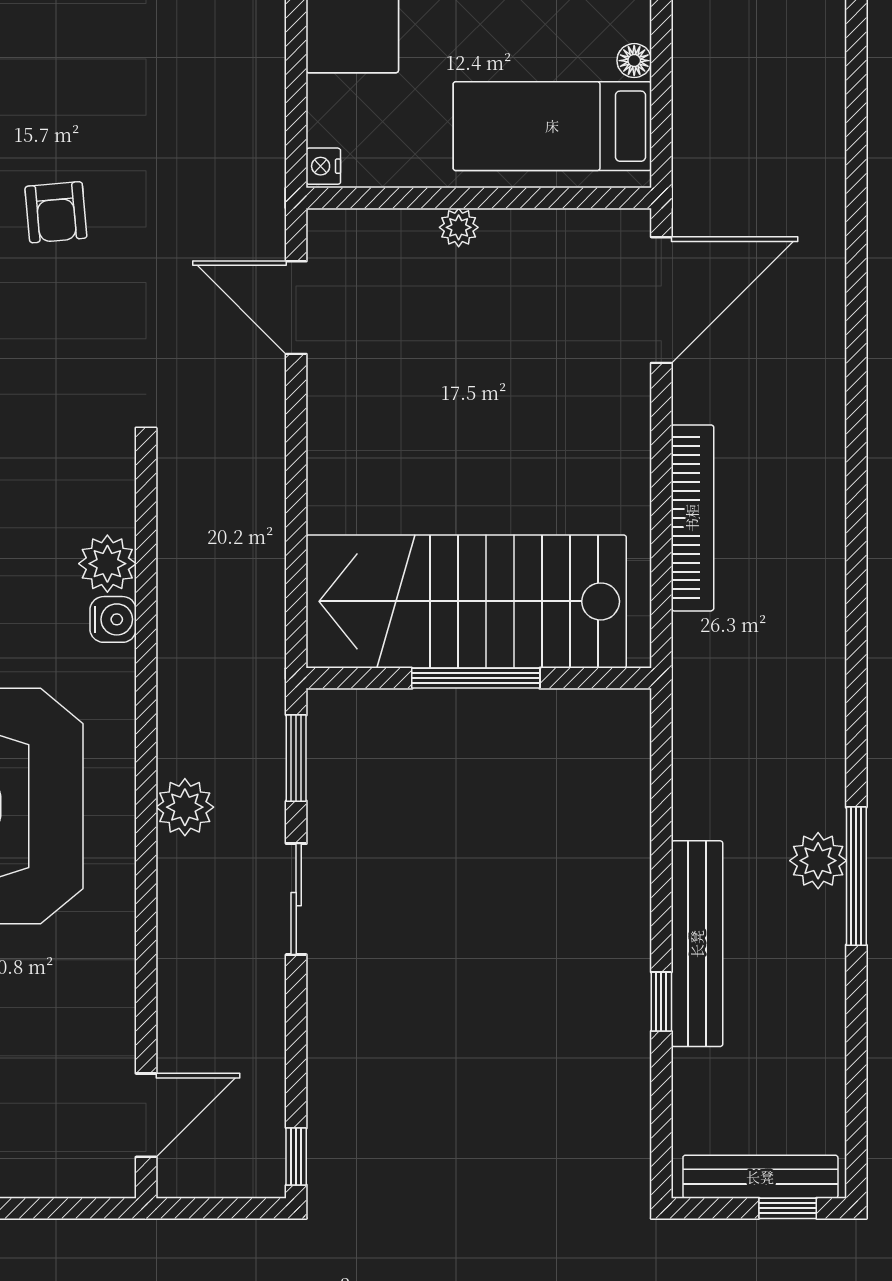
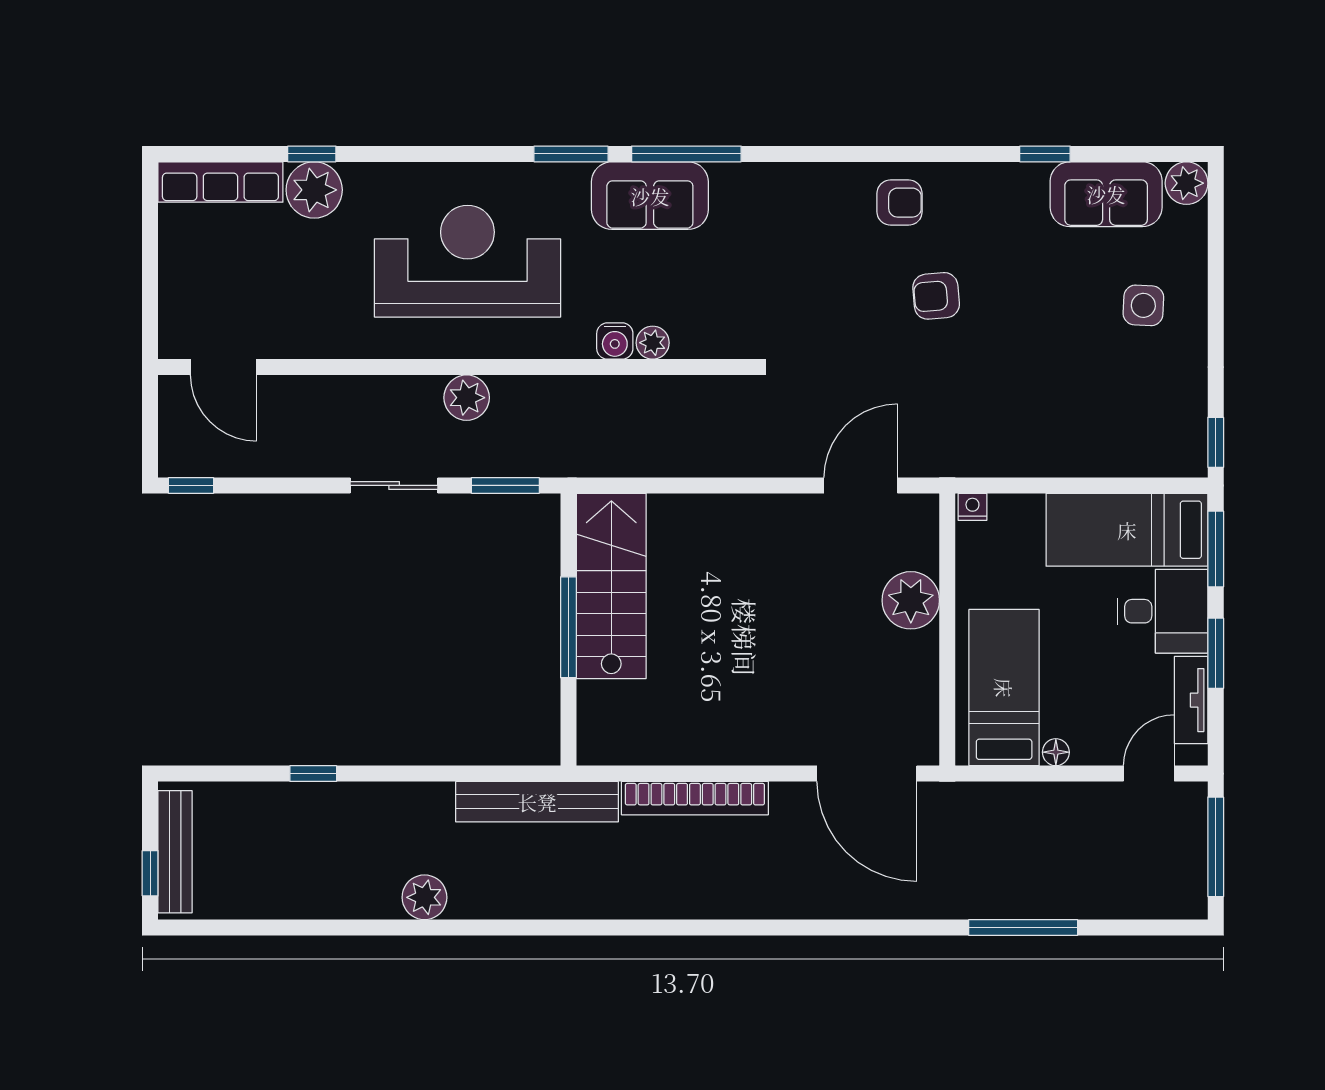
plant: (459, 227) -> (911, 600), width x1.88, depth x1.88
plant: (107, 564) -> (653, 343), width x0.73, depth x0.73
stairs: (466, 601) -> (611, 586), width x0.73, depth x0.66
window: (856, 876) -> (1023, 928), moved
bench: (697, 944) -> (537, 802), moved

